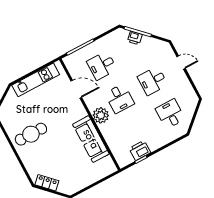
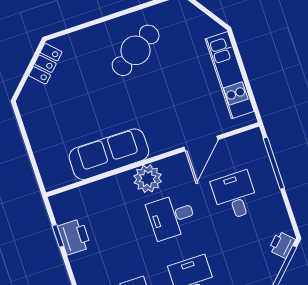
printer: (135, 38) -> (282, 245), moved
cafe table: (31, 134) -> (136, 50), turned 59

